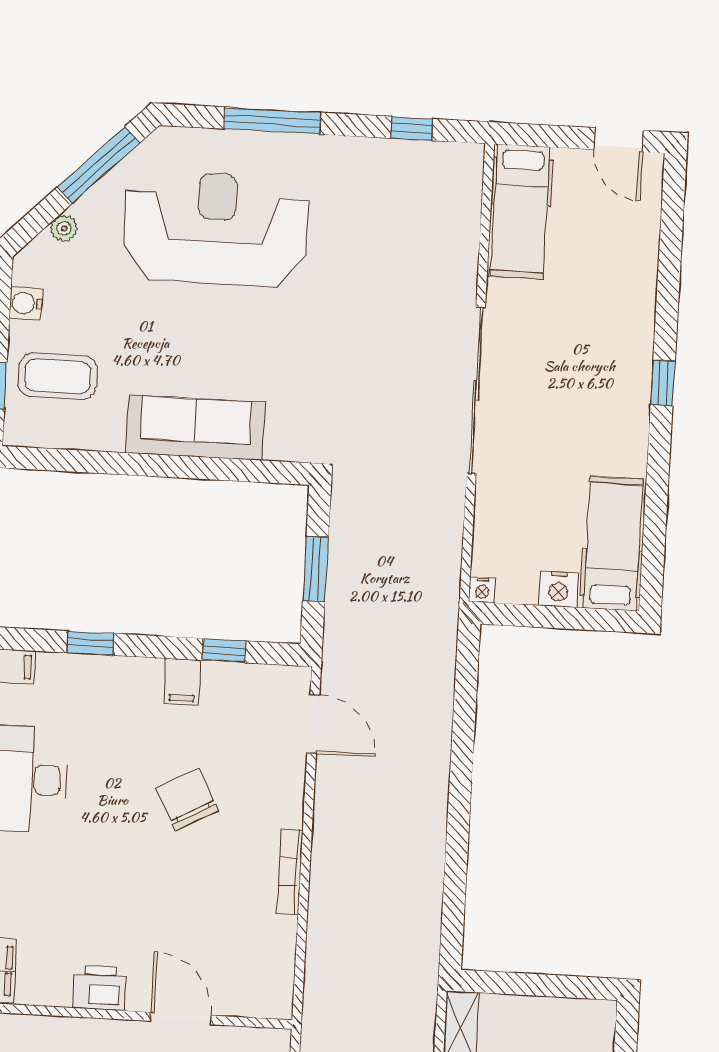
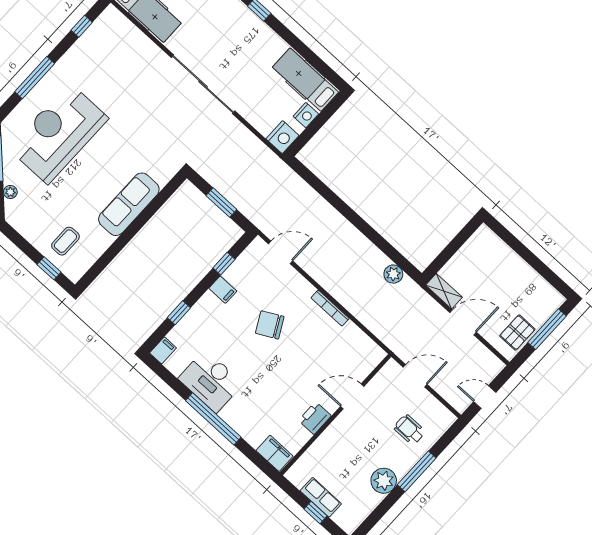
water cooler: (26, 303) -> (27, 230), removed
coffee table: (58, 376) -> (65, 241), width x0.73, depth x0.77
nightstand: (482, 590) -> (282, 137), width x1.89, depth x1.79
plant: (423, 927) -> (393, 274), added

